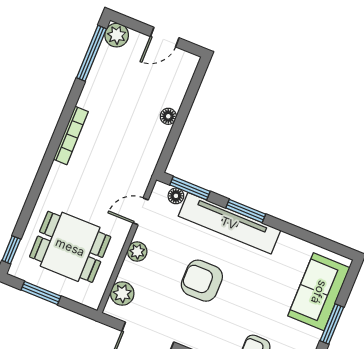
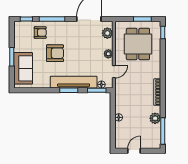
plant: (117, 35) -> (155, 118), moved
dining table: (70, 247) -> (138, 44), turned 90
armchair: (202, 281) -> (55, 53), moved

